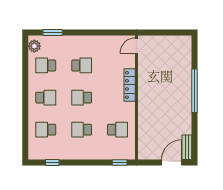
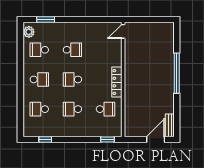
locker: (130, 85) -> (117, 82), moved

